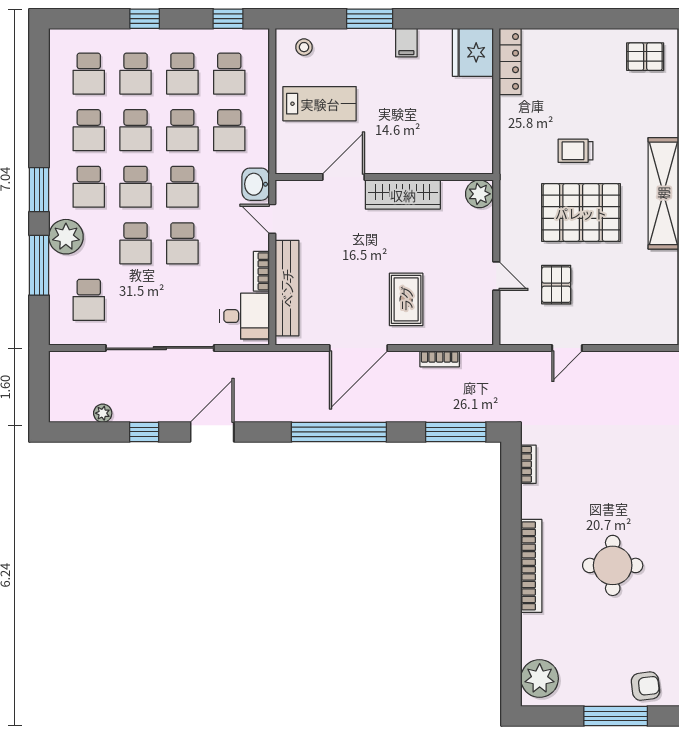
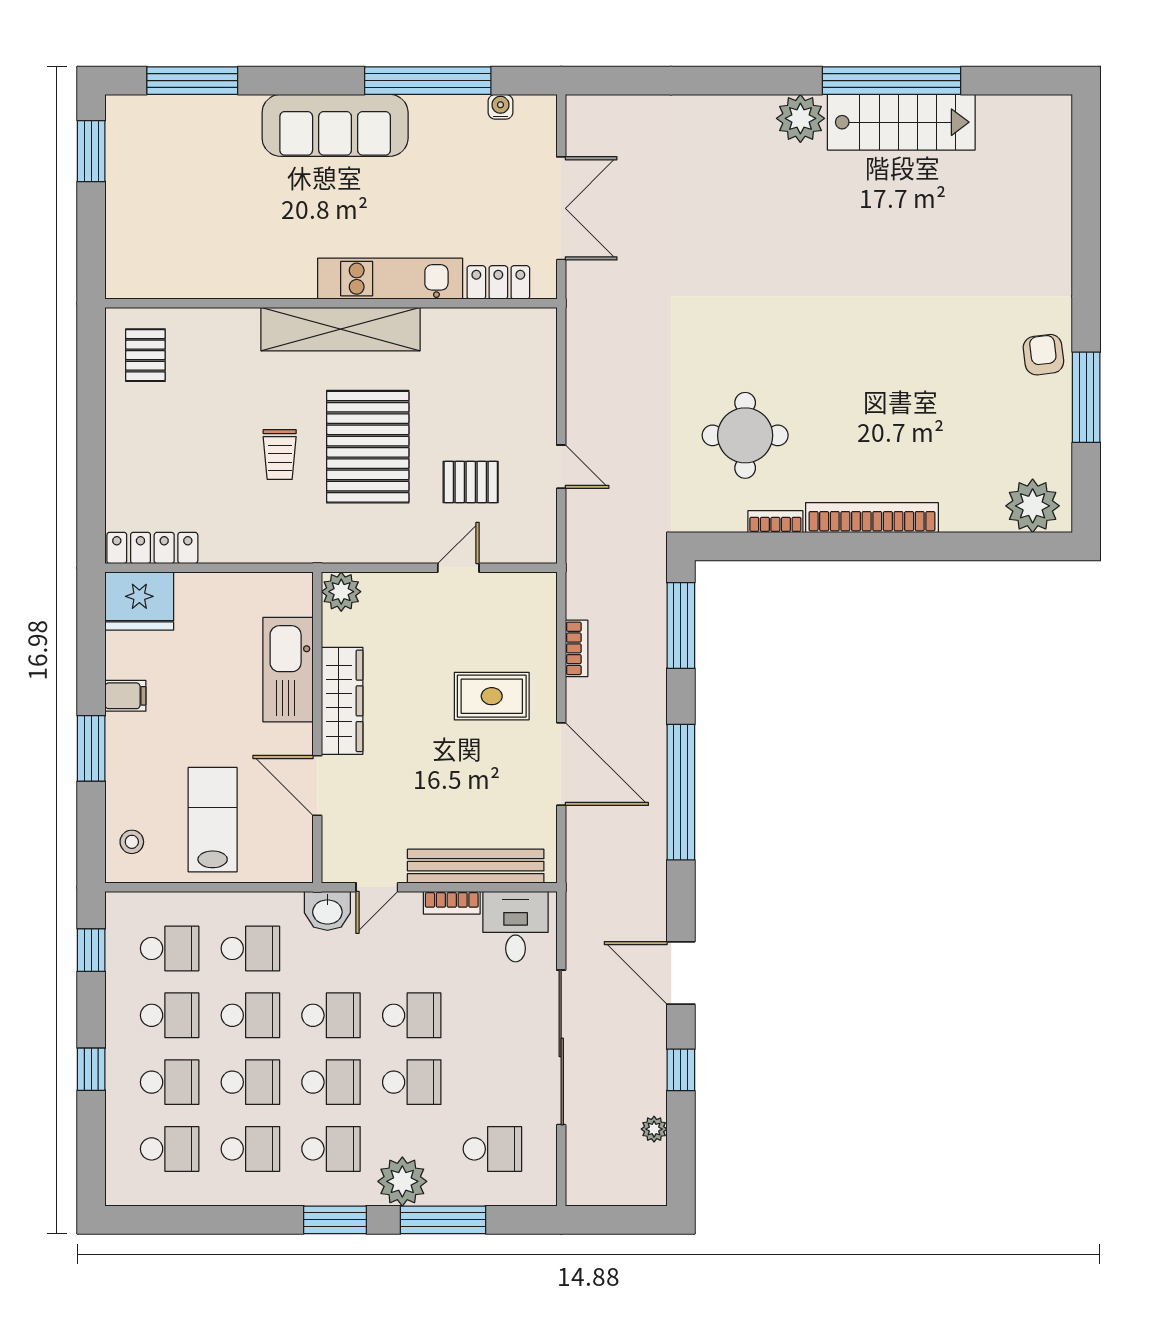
kitchen sink: (425, 157) -> (288, 670), added
bookcase: (528, 464) -> (775, 522), moved
round table: (613, 565) -> (745, 435), moved

